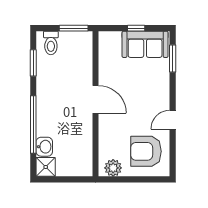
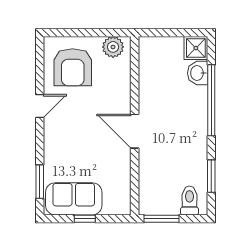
armchair: (146, 151) -> (73, 67), turned 90

